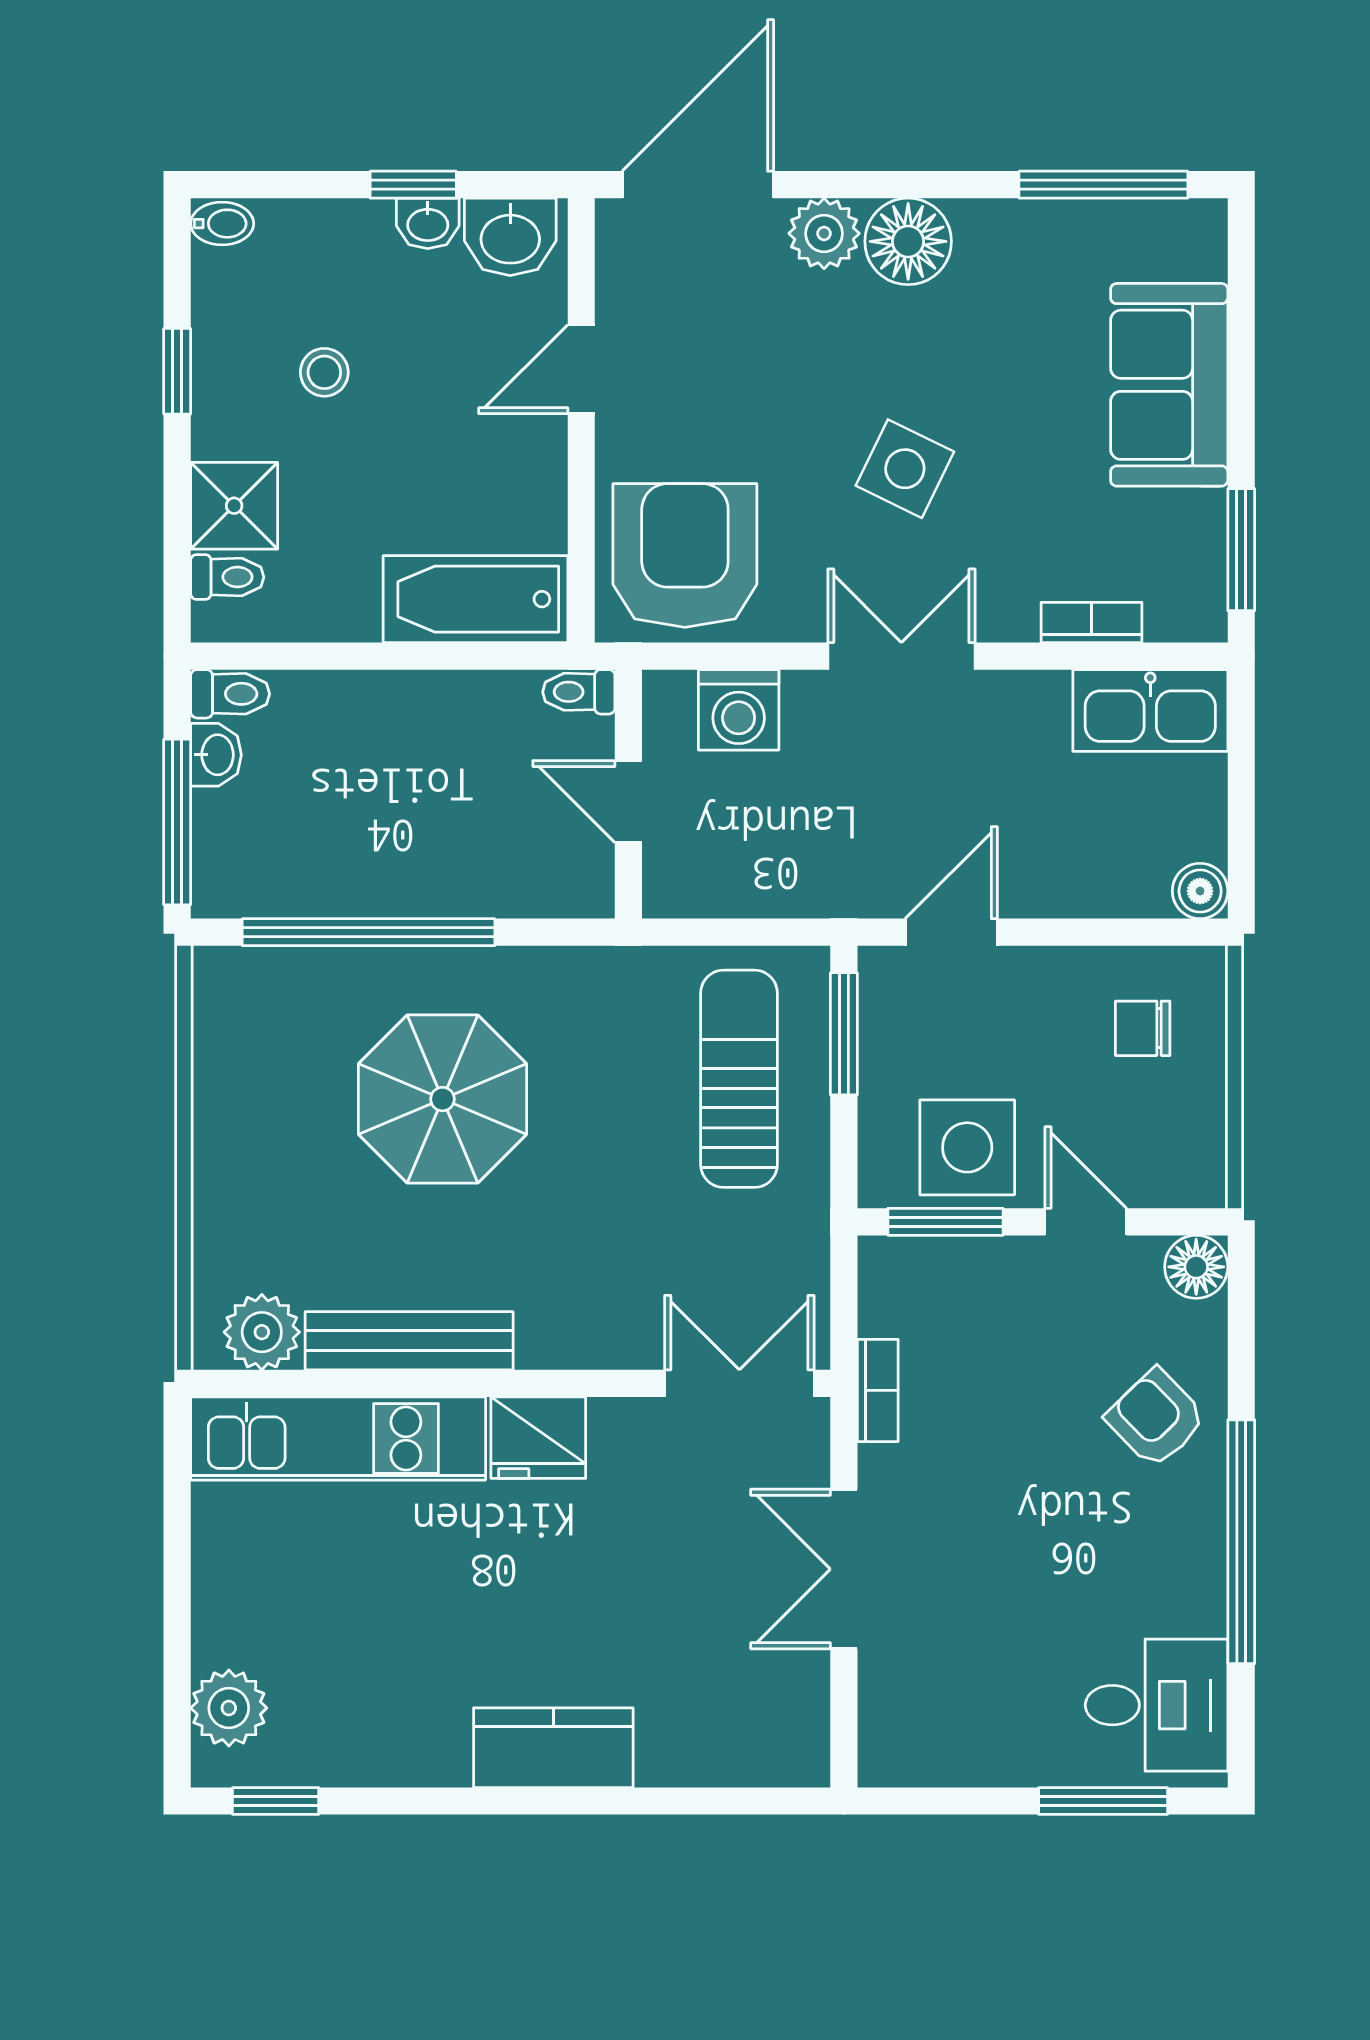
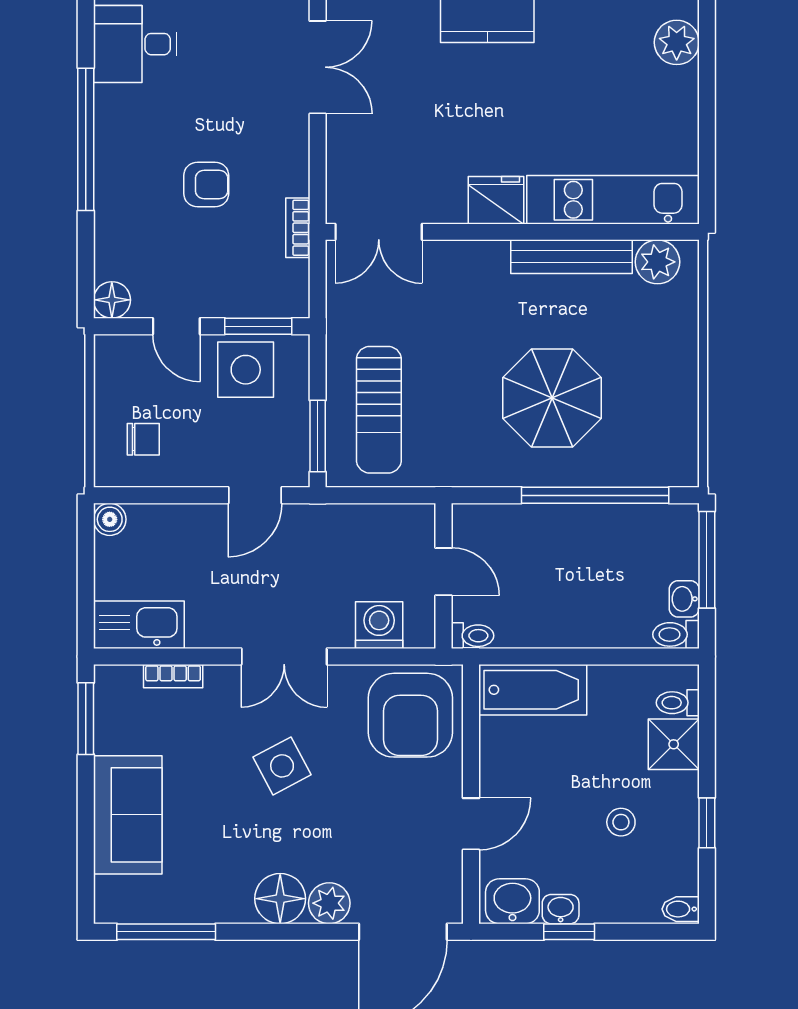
side table: (905, 469) -> (282, 766), turned 36
armchair: (1156, 1418) -> (206, 185), moved, turned -46
double door: (844, 1569) -> (318, 67), moved

